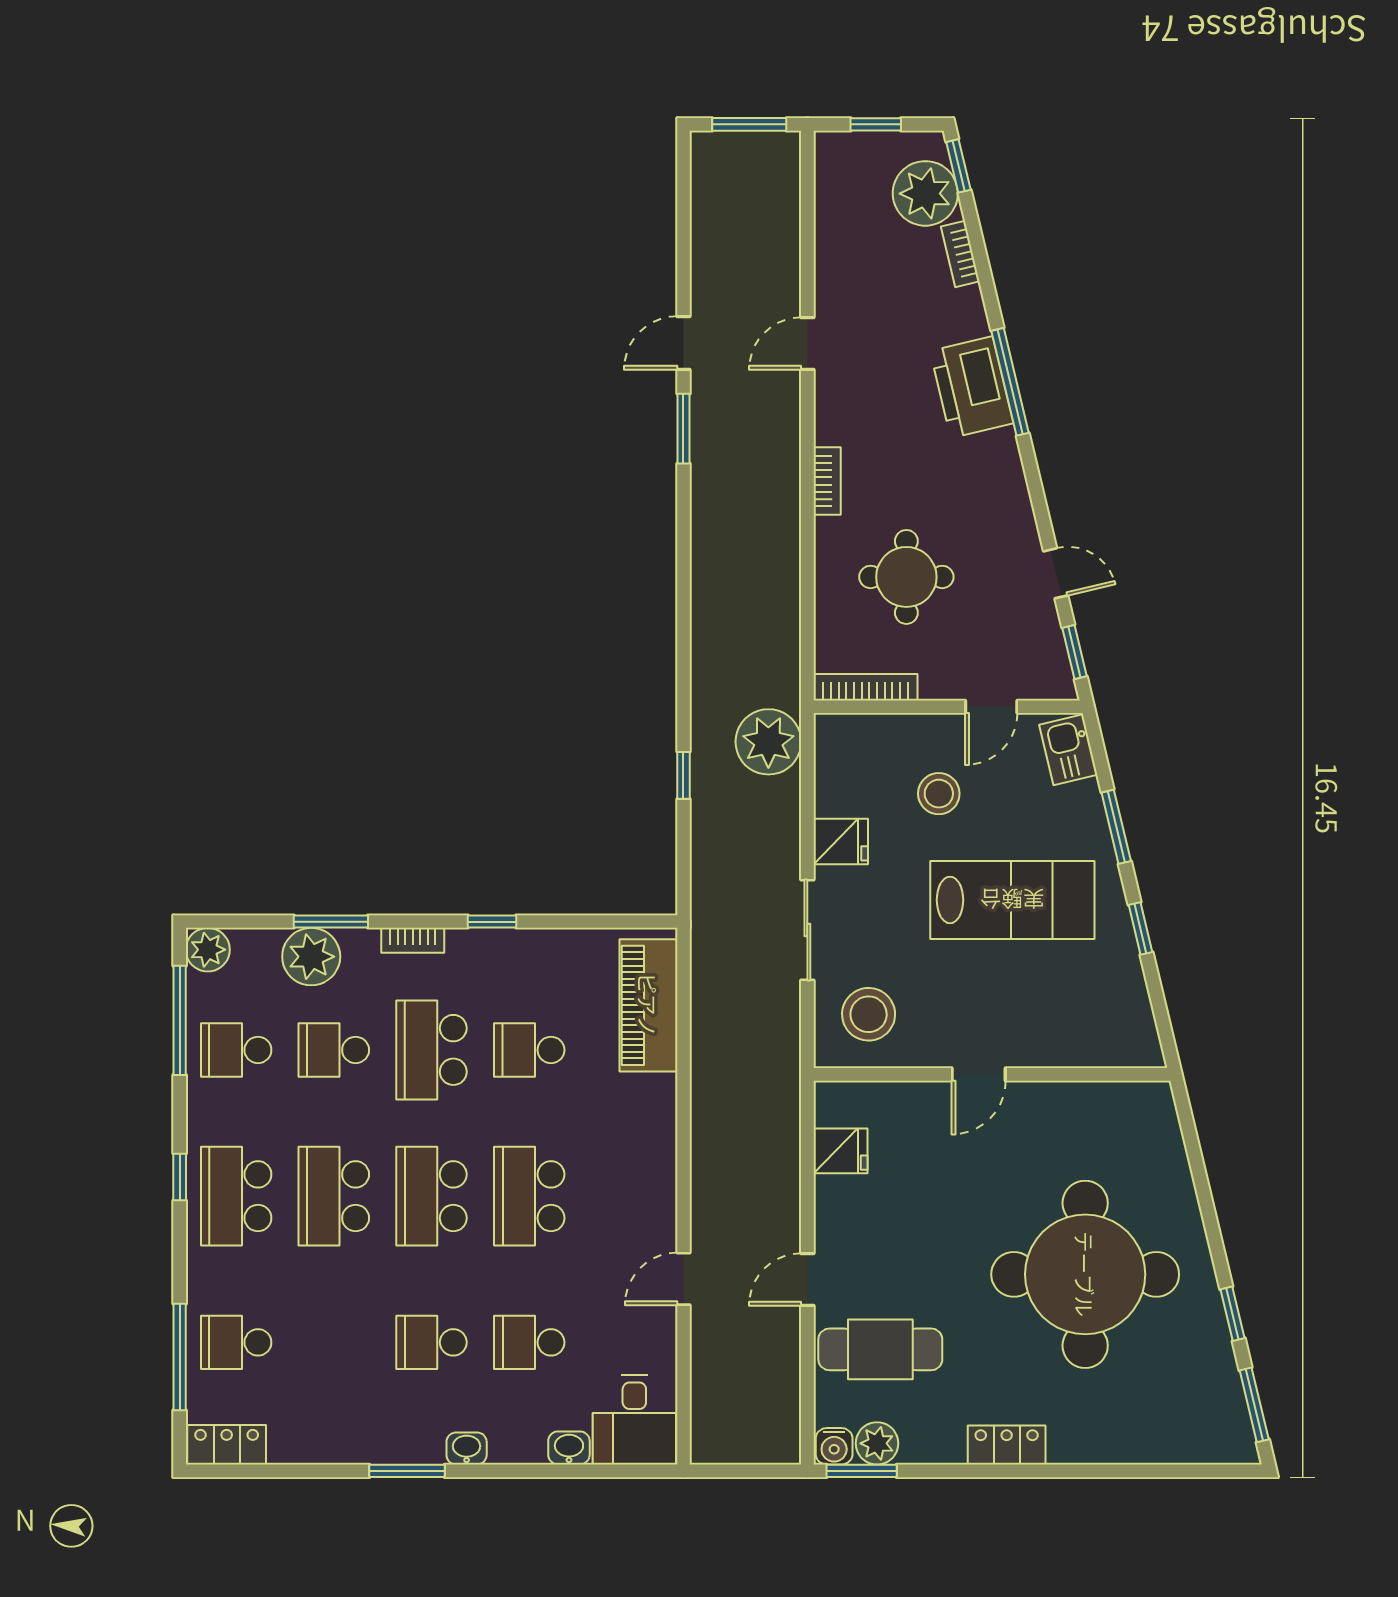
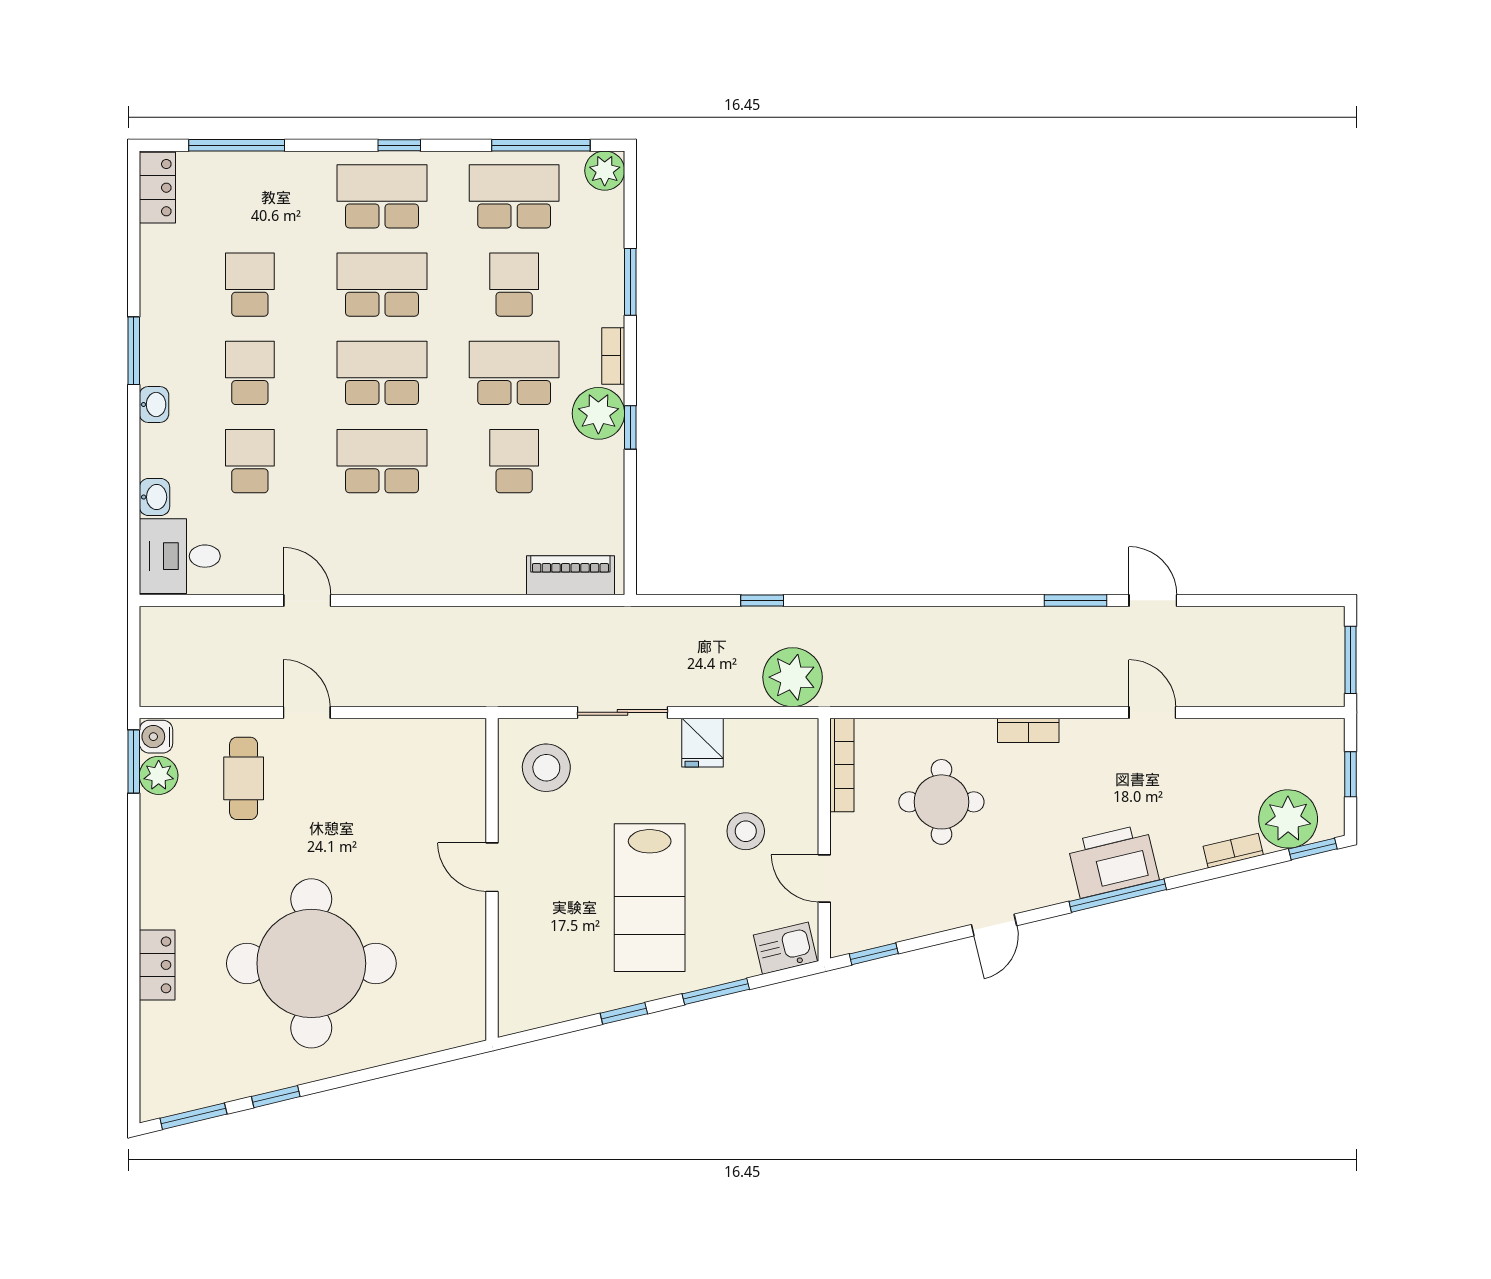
door: (1056, 573) -> (994, 925), moved
plant: (311, 957) -> (598, 413), moved
piano: (648, 1005) -> (570, 575), width x0.73, depth x0.75
school desk: (236, 1050) -> (514, 196), width x1.85
fridge: (840, 1151) -> (423, 742), removed
school desk: (236, 1342) -> (250, 285), moved
cafe table: (880, 1349) -> (244, 778), width x0.73, depth x0.74
locker: (1007, 1445) -> (157, 965), moved

